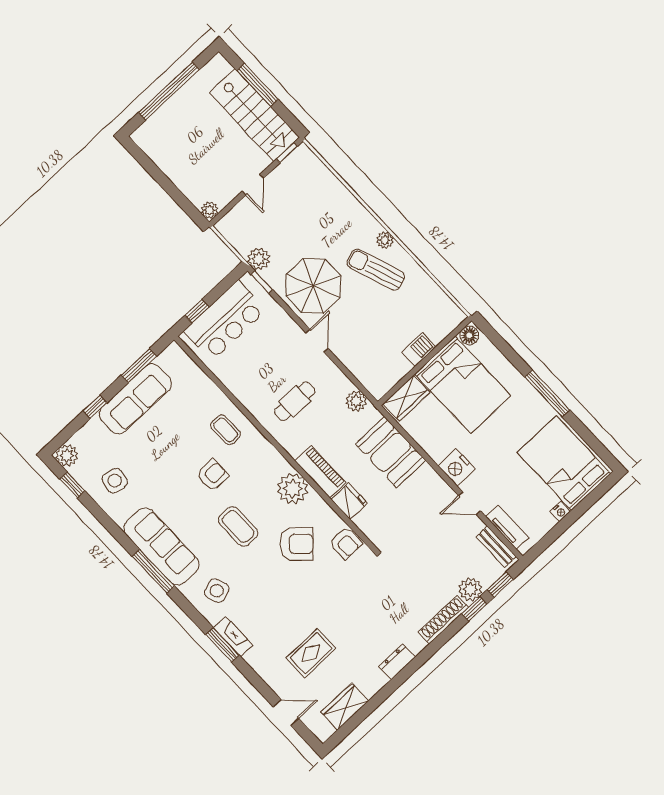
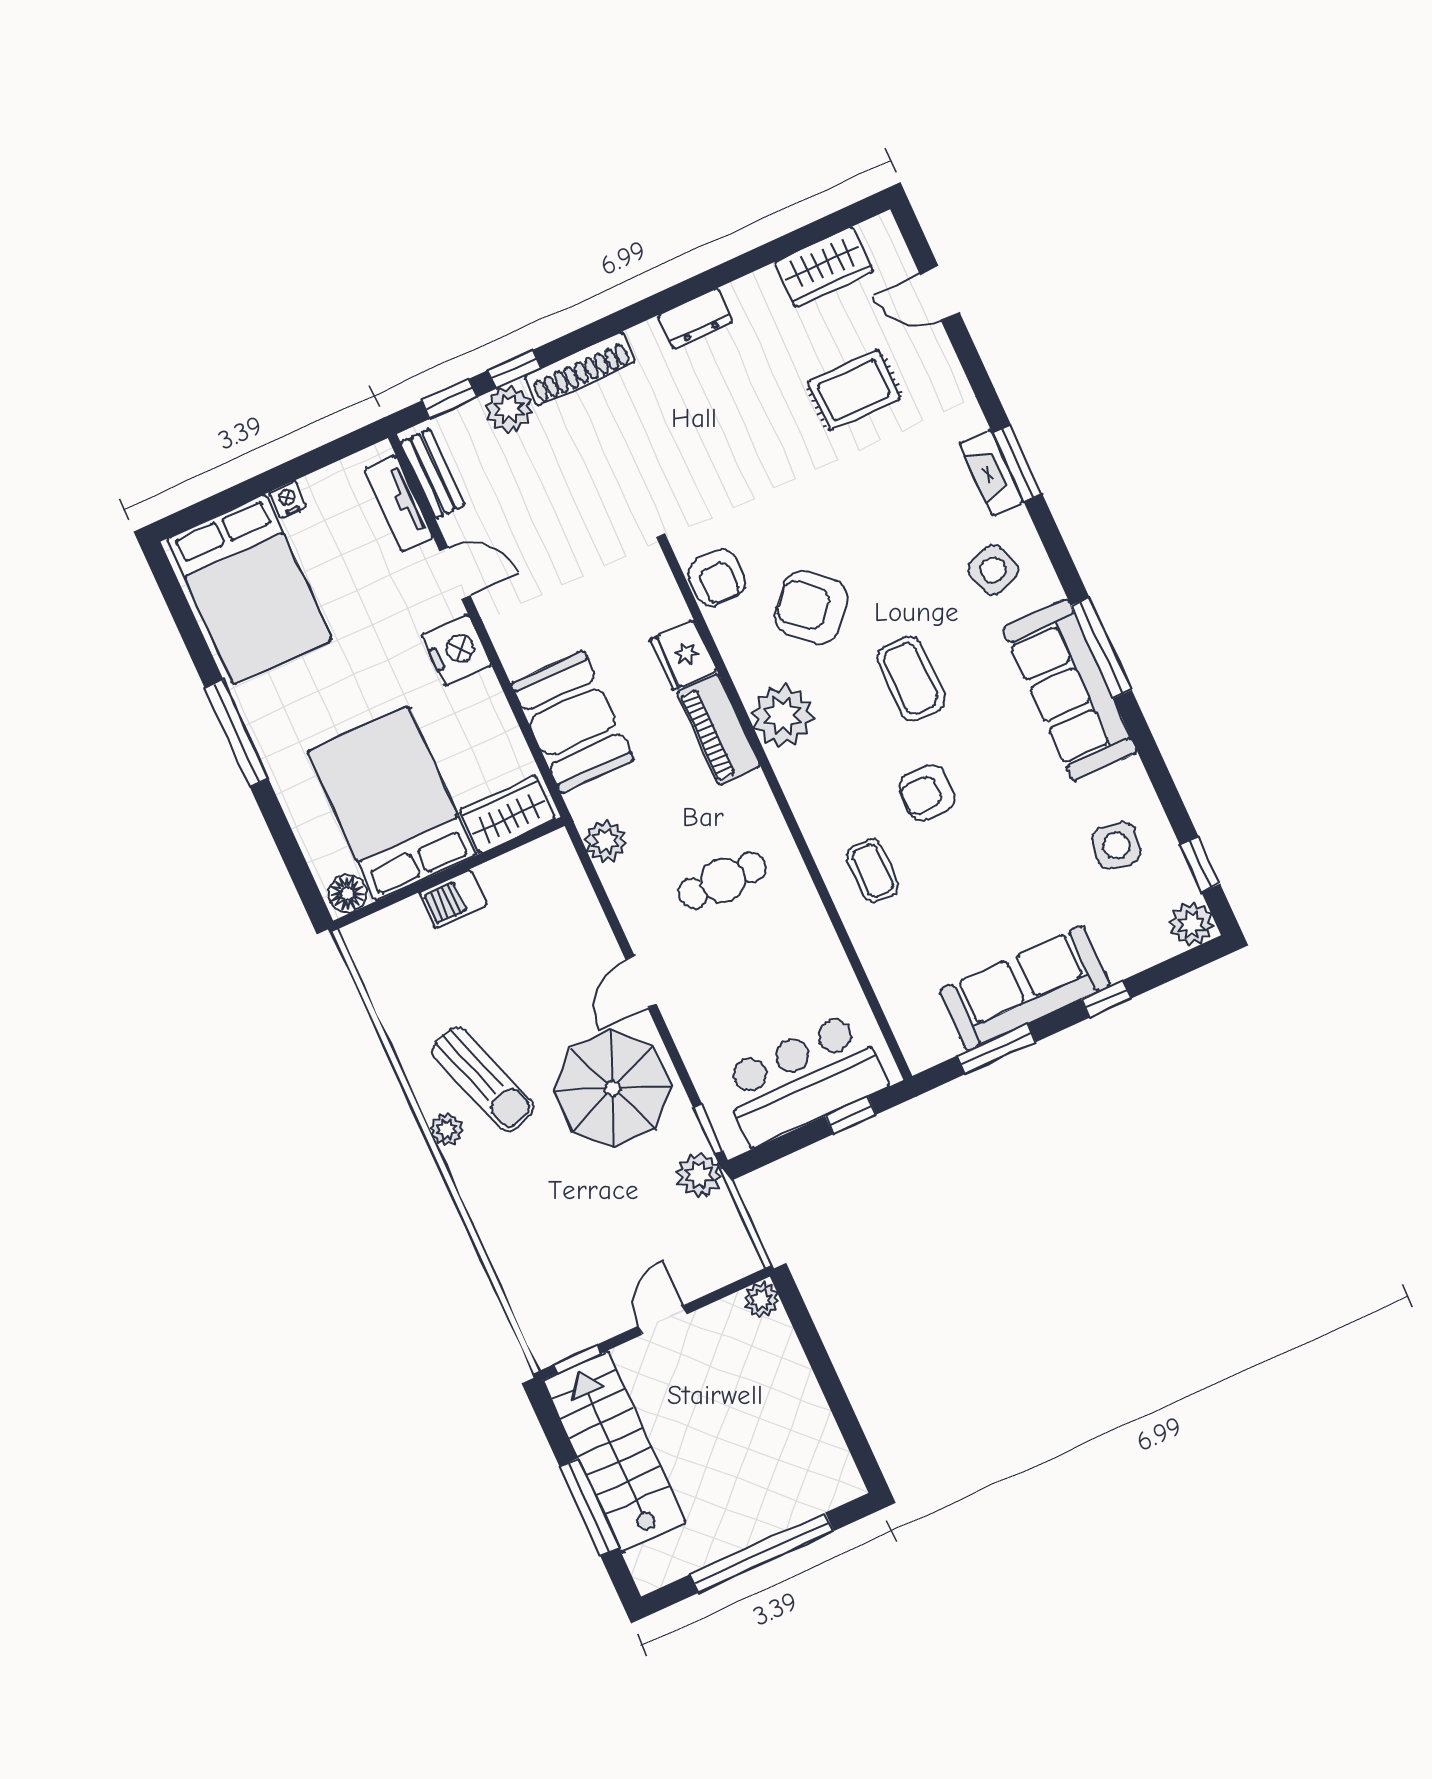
armchair: (346, 543) -> (717, 578), turned 180

